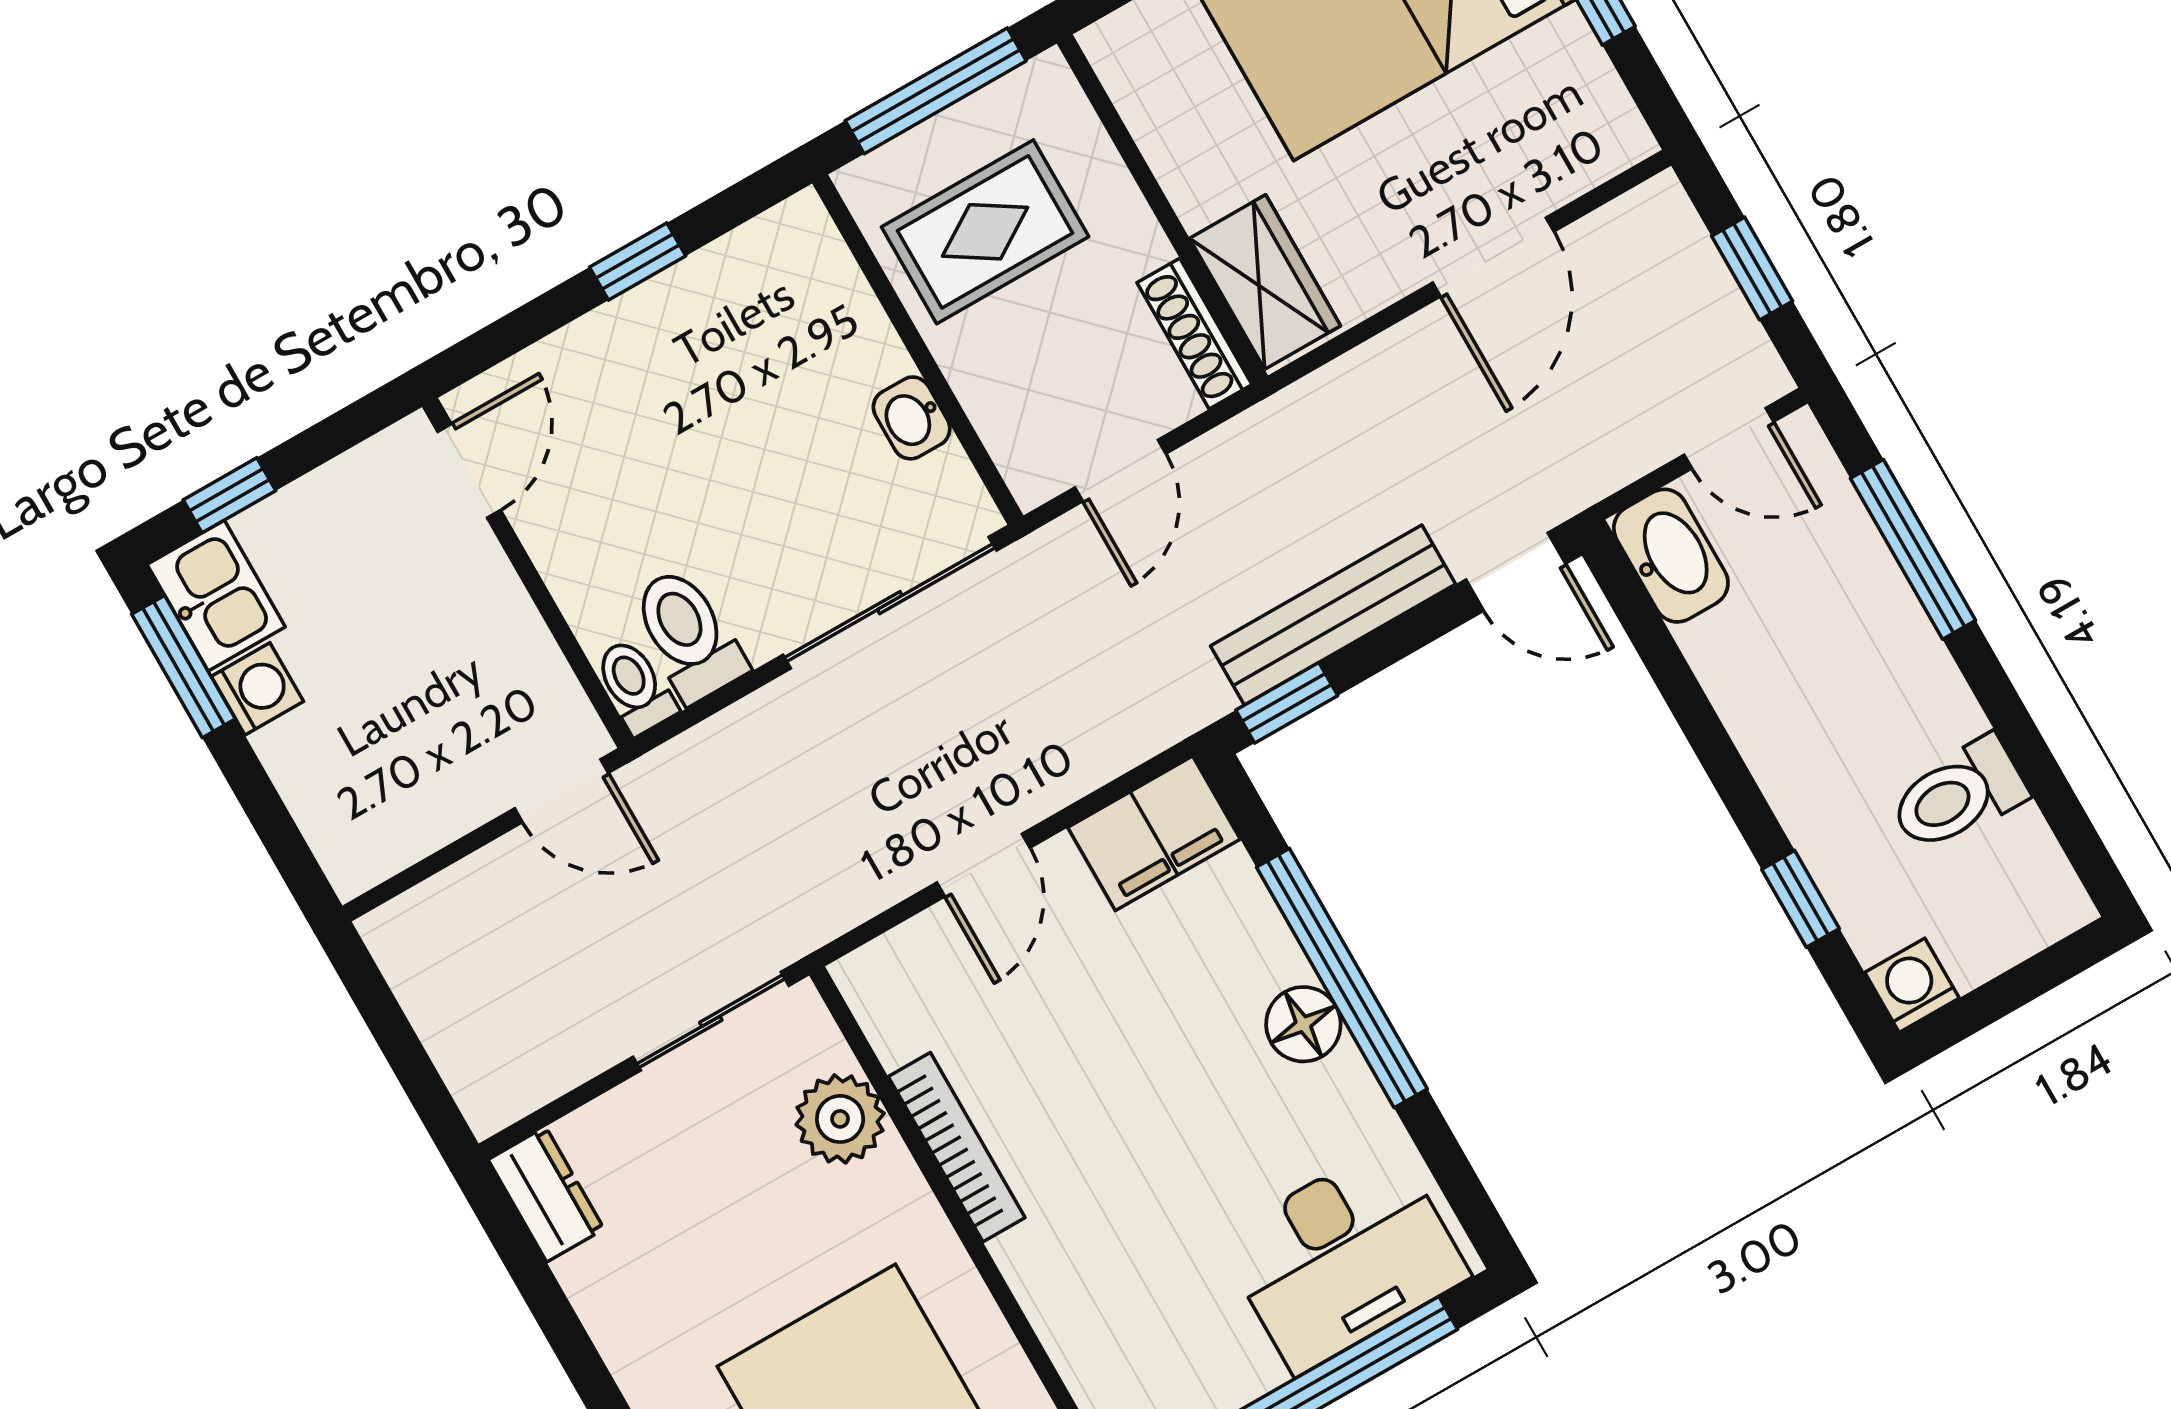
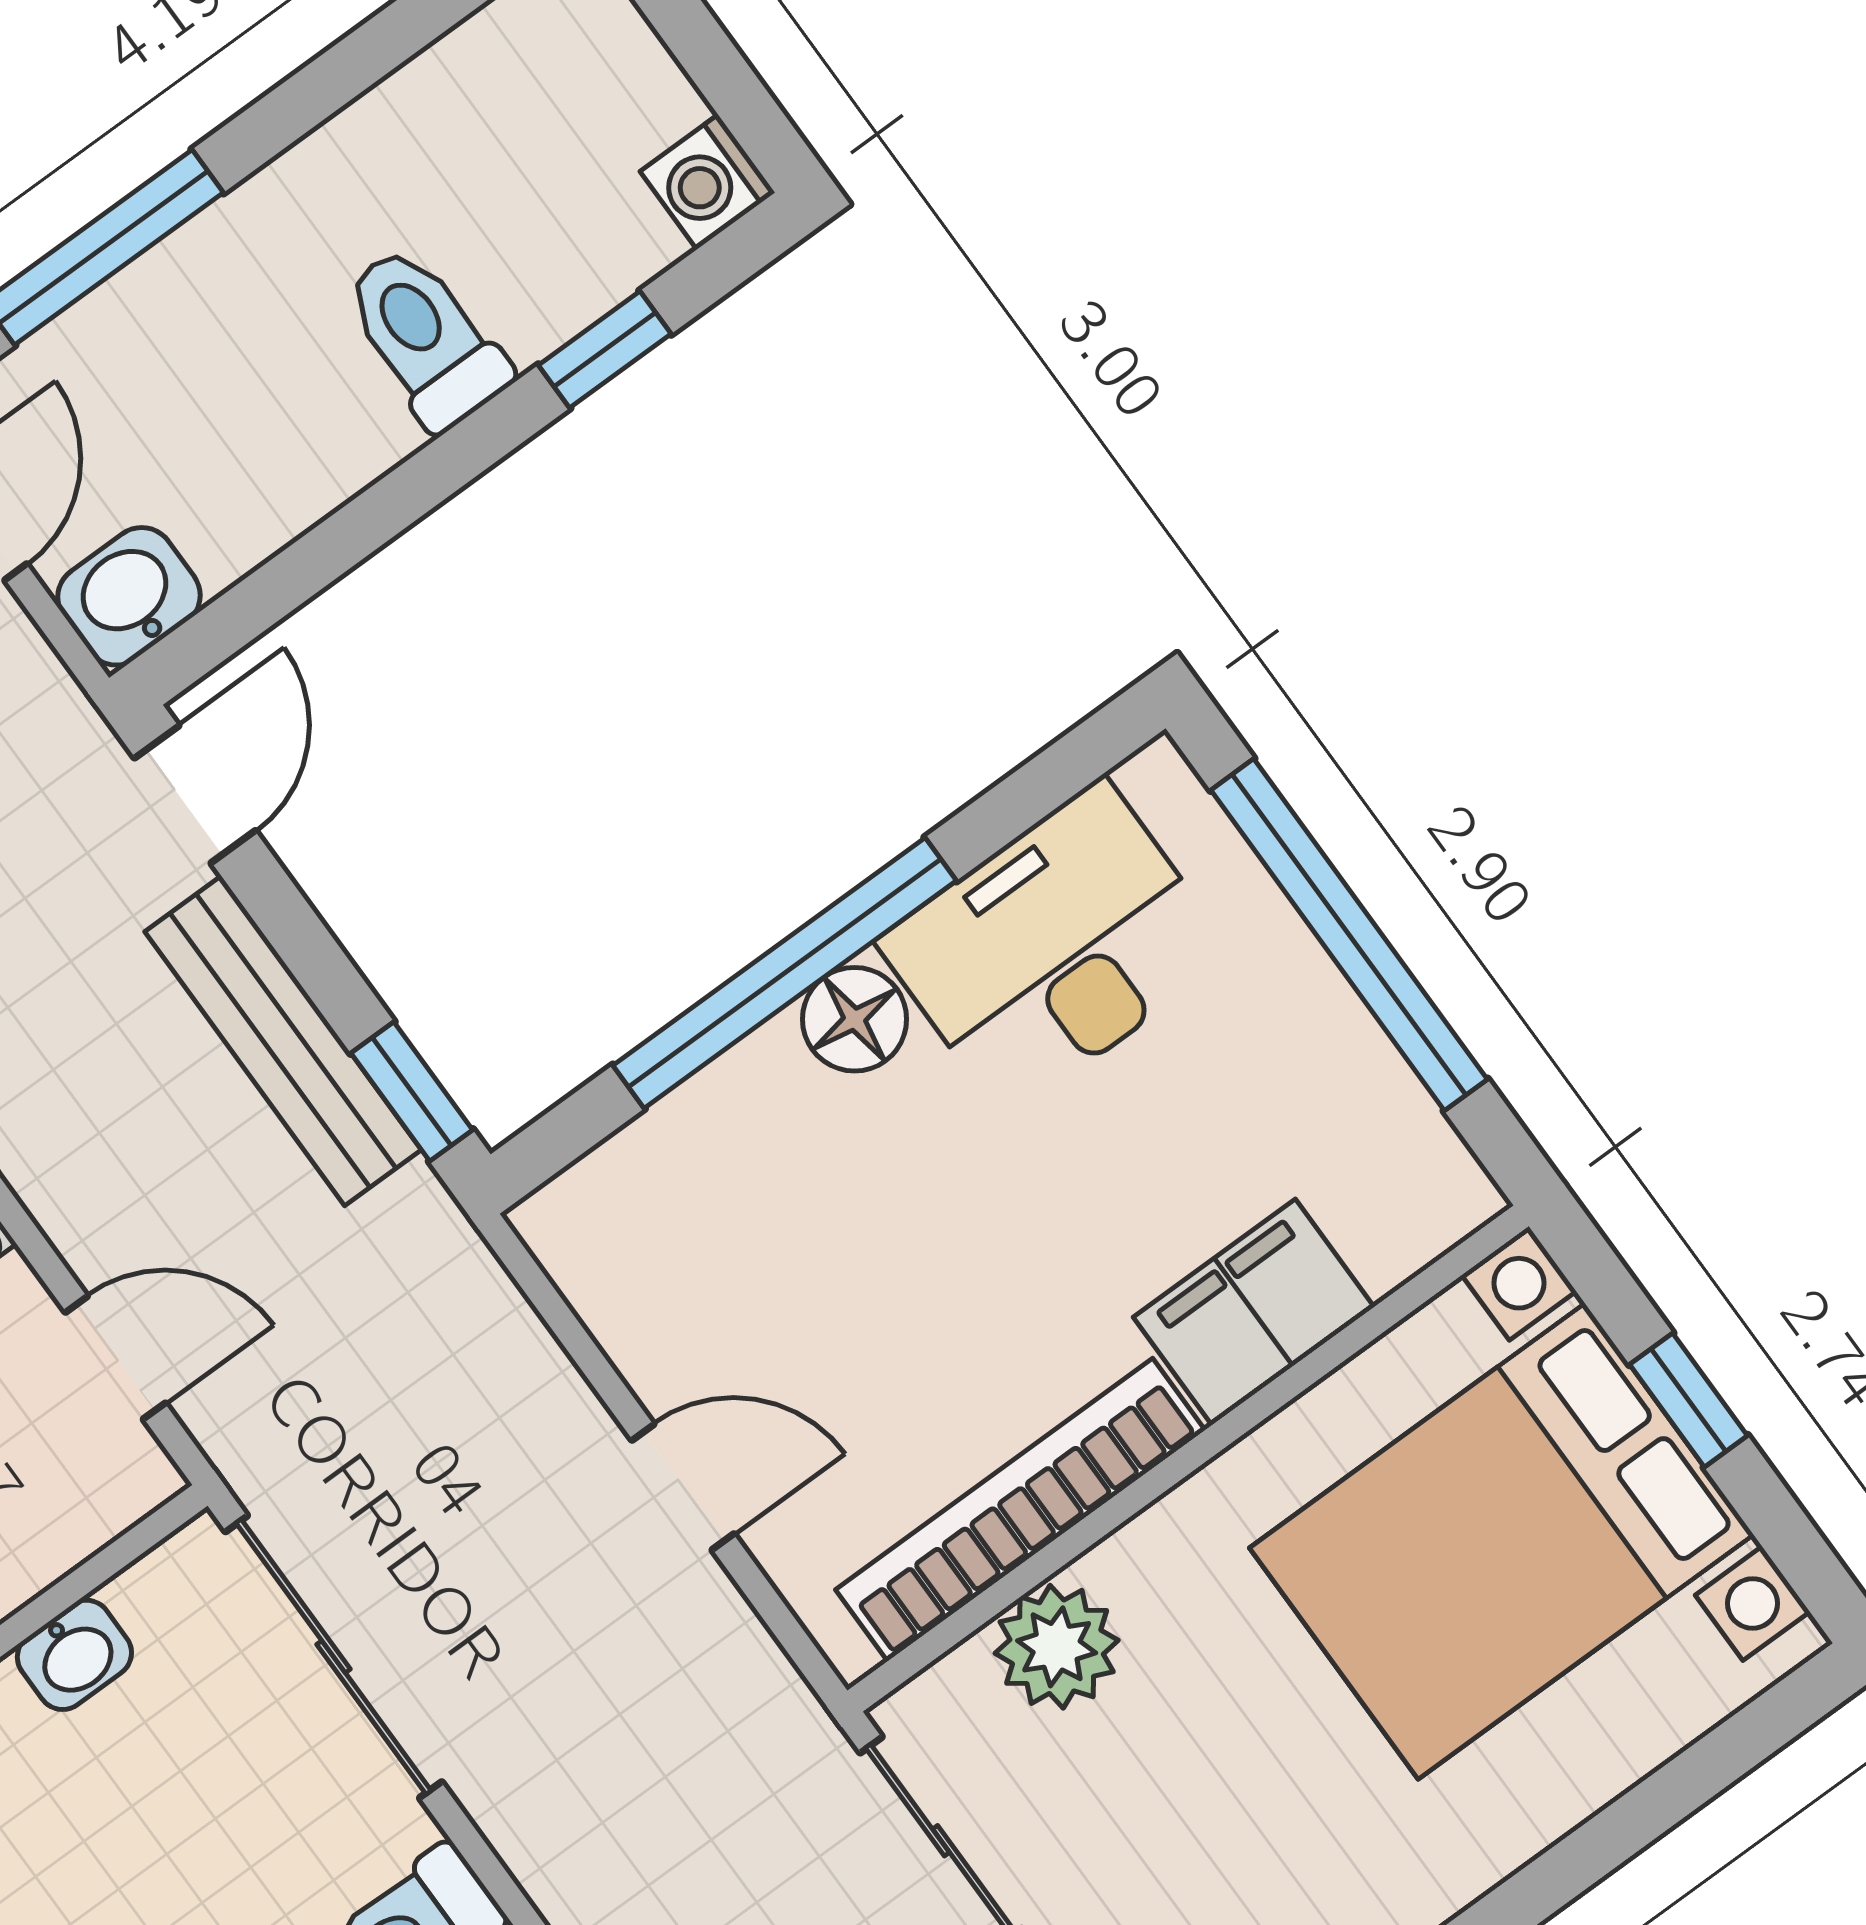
washbasin: (1671, 556) -> (129, 596), width x0.72
toilet: (1958, 795) -> (425, 337), moved, turned 180
filing cabinet: (1154, 833) -> (1254, 1312), moved, turned -90
bookcase: (957, 1147) -> (1020, 1510), width x1.48, depth x1.31
desk: (1344, 1258) -> (1055, 948), moved, turned -90

